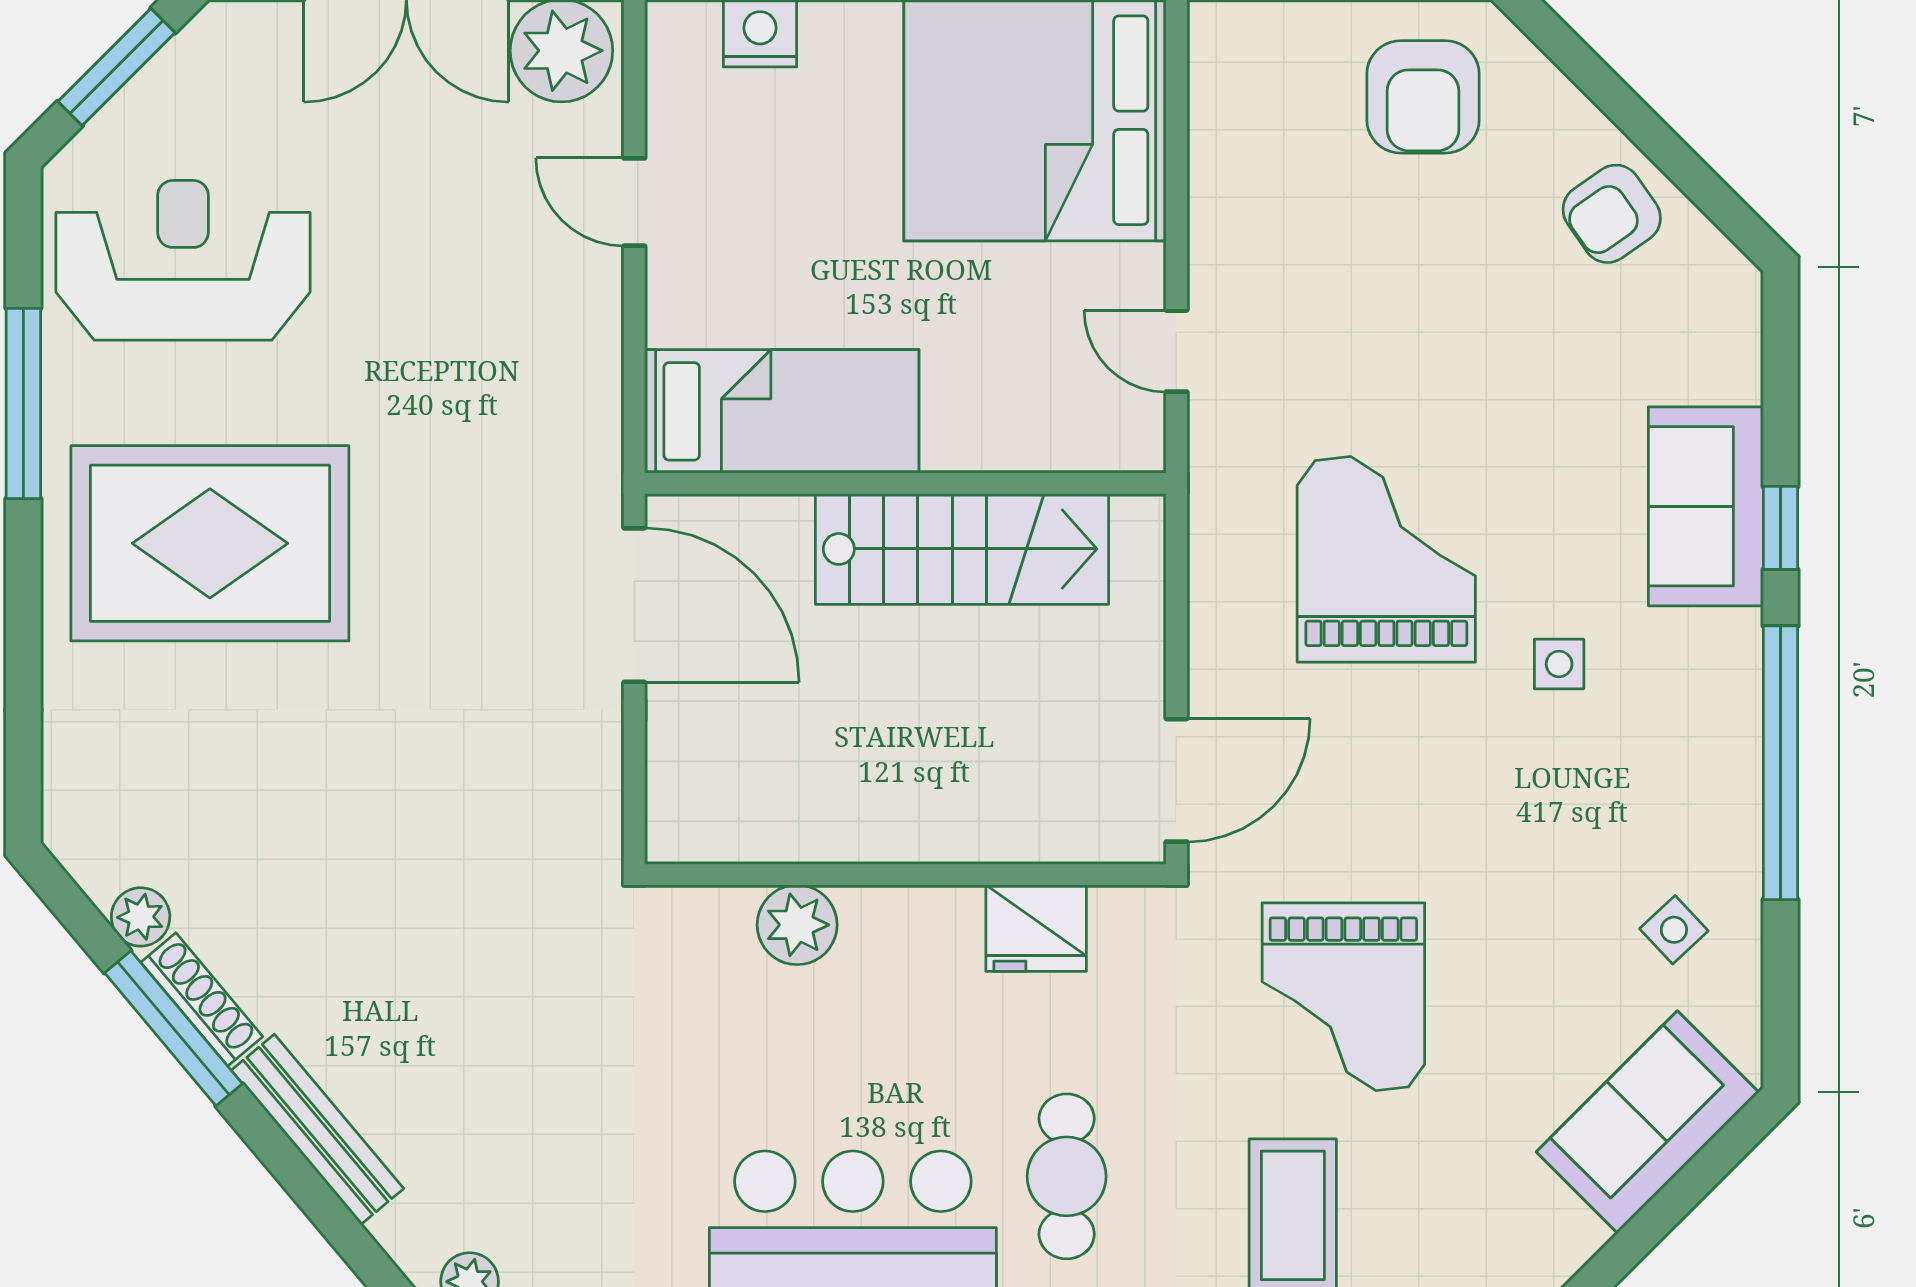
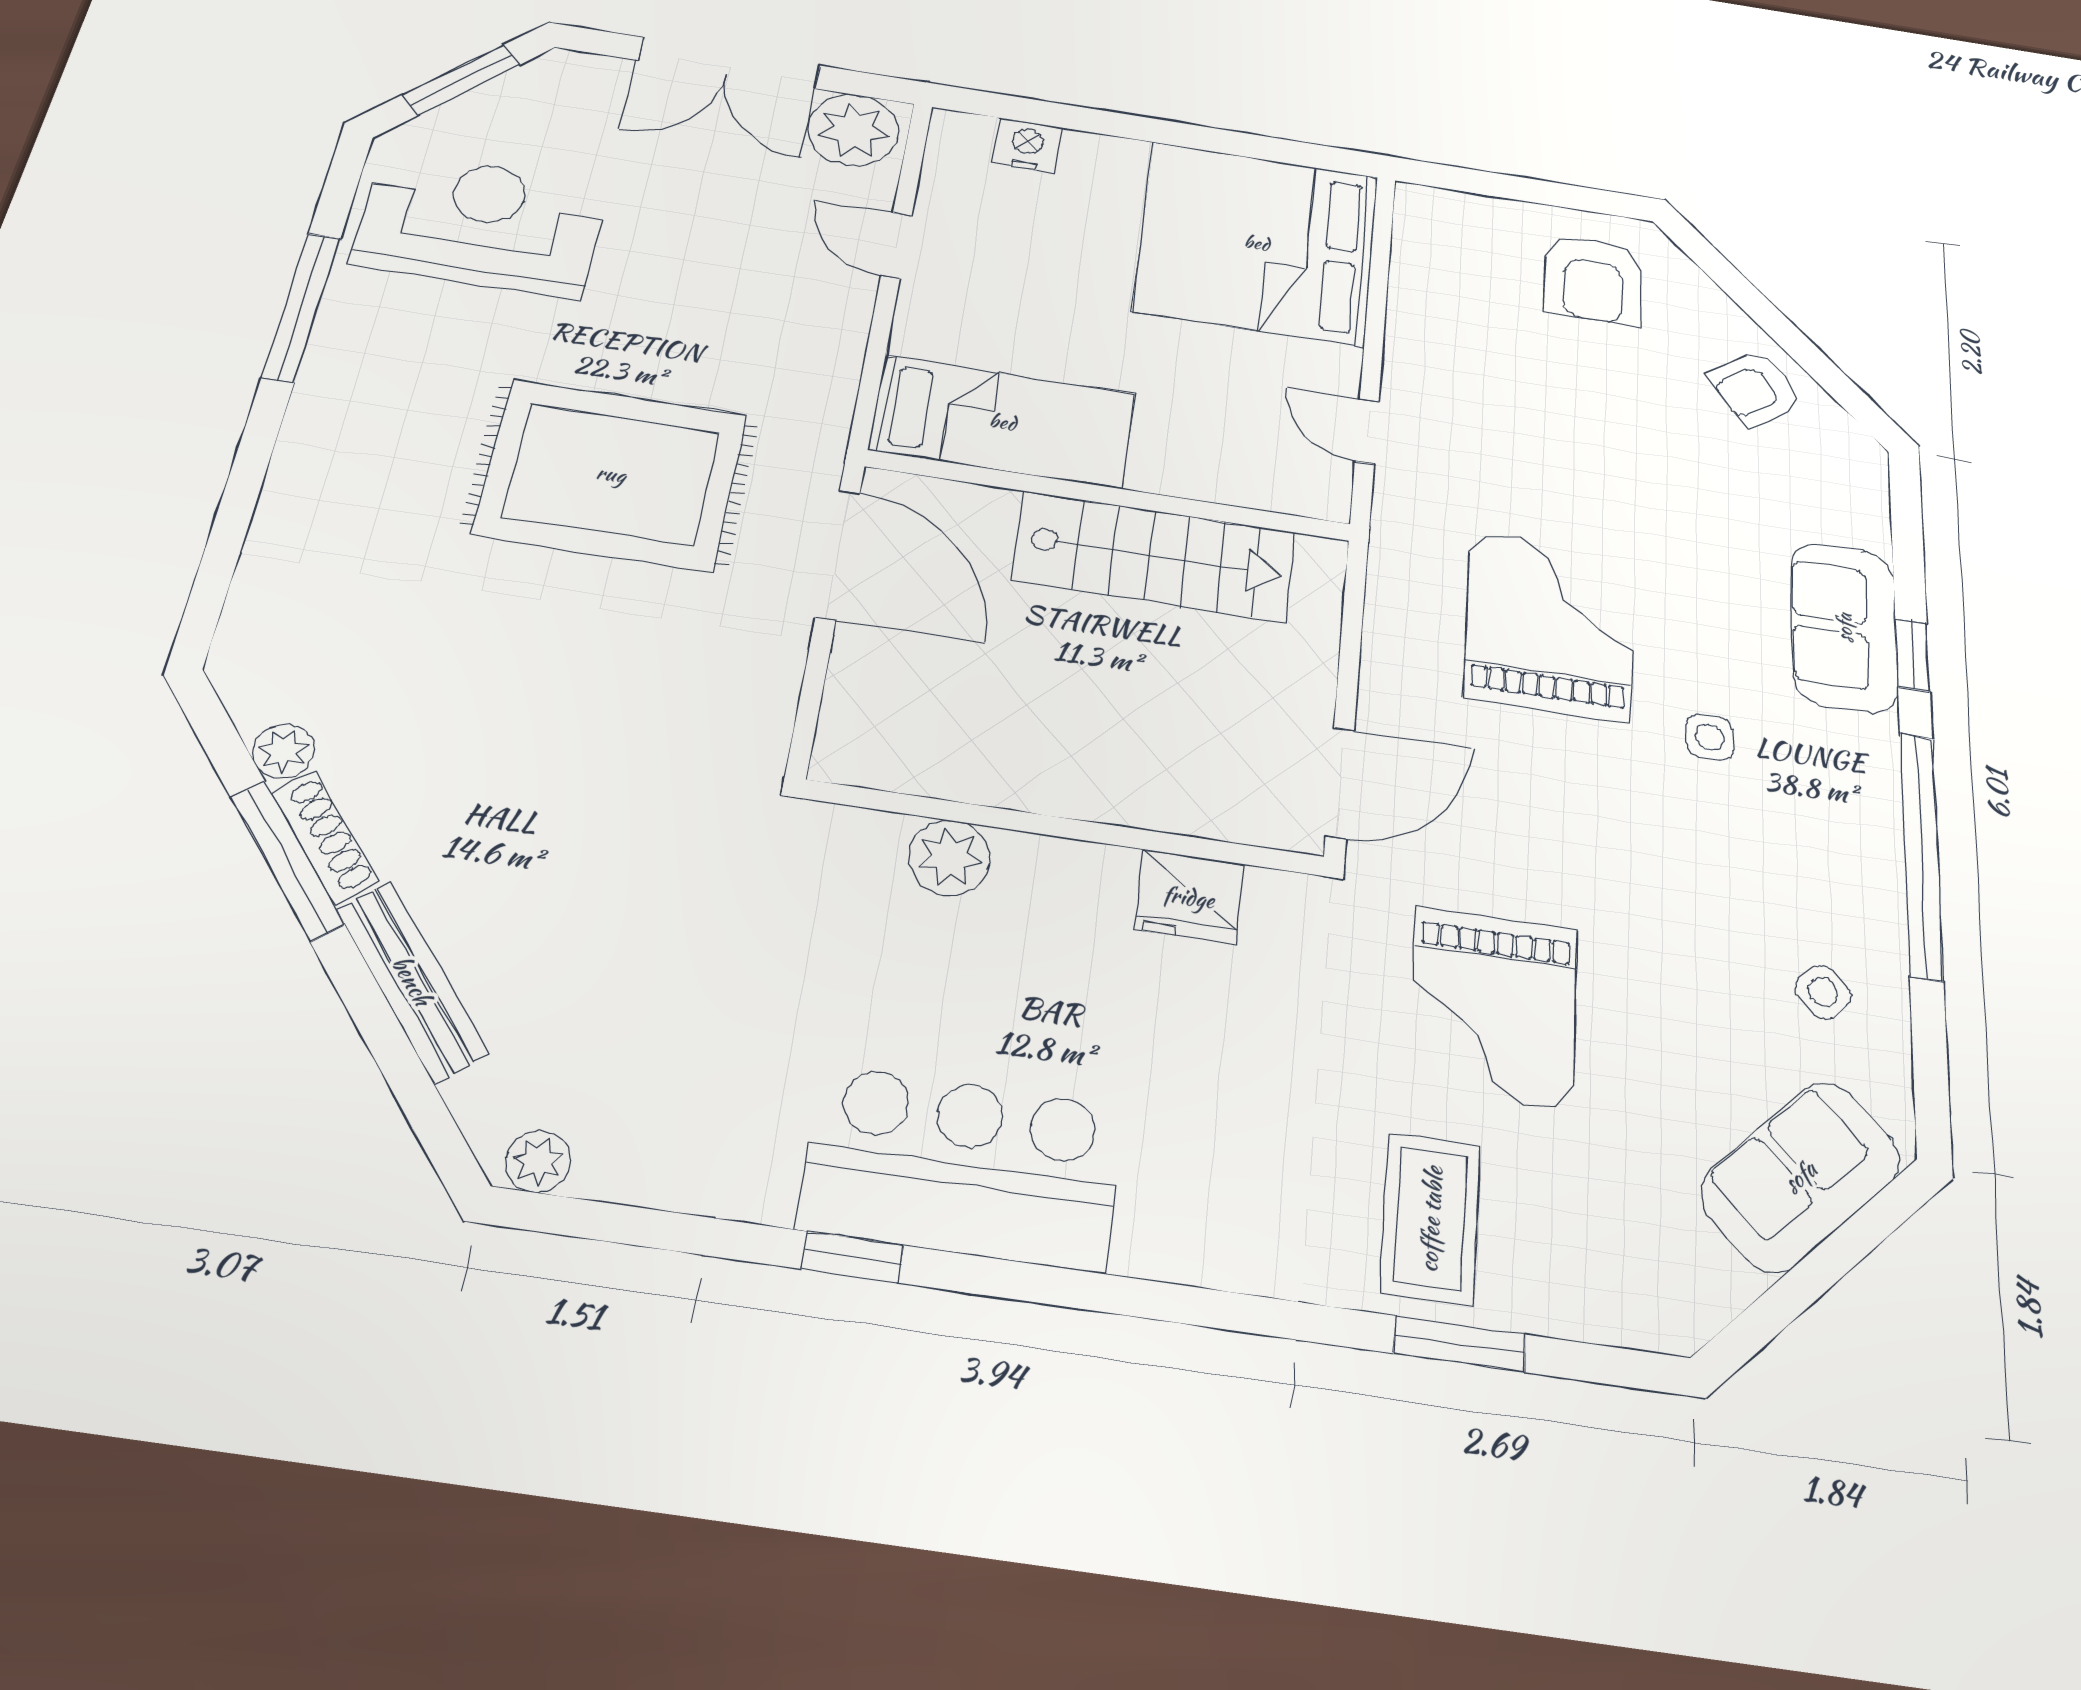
rug: (210, 543) -> (611, 474), moved
cafe table: (1067, 1176) -> (1196, 1144), removed

